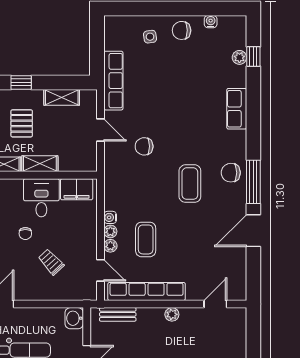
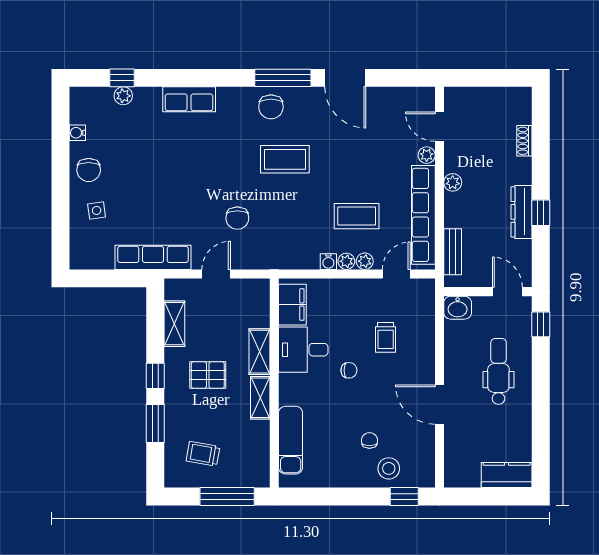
trolley: (51, 262) -> (386, 337), turned -47
plant: (193, 294) -> (427, 155), added

